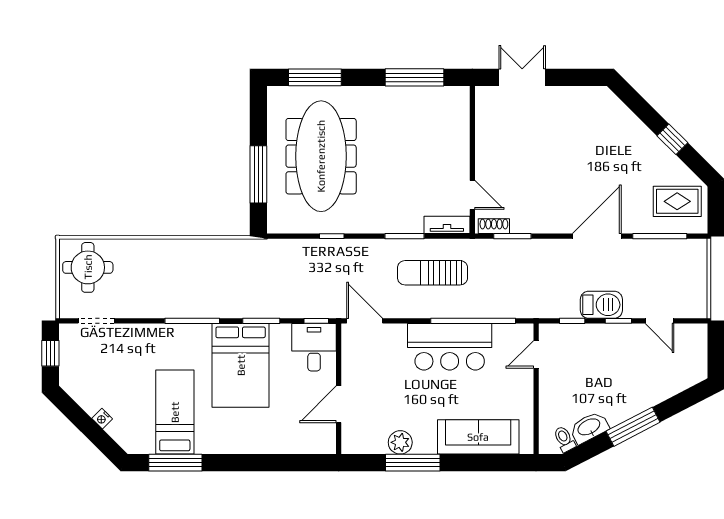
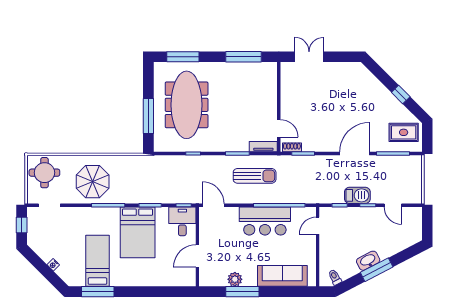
sun lounger: (433, 273) -> (255, 176), turned 180
parasol: (167, 282) -> (93, 182), added
washbasin: (589, 427) -> (368, 261), moved

